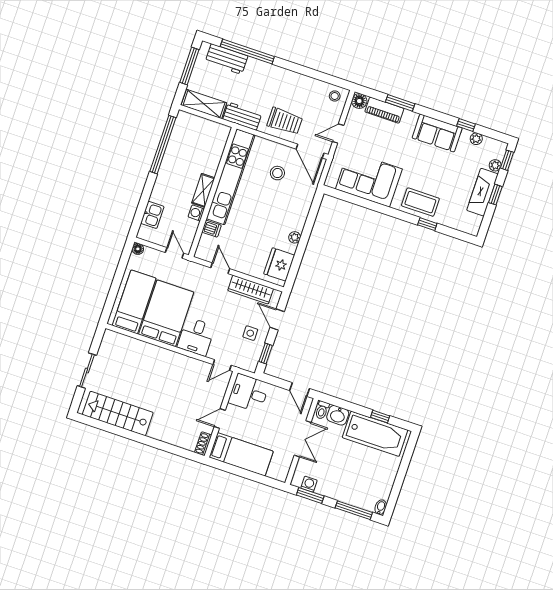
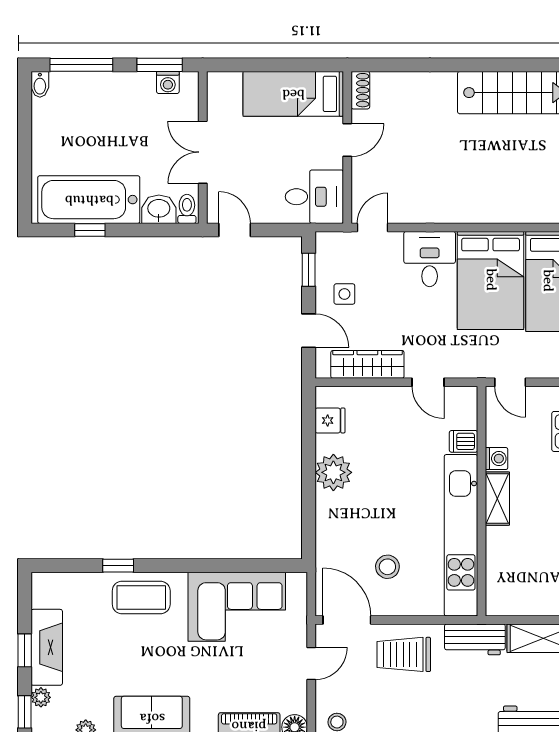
plant: (295, 237) -> (333, 472), width x1.87, depth x1.87
fridge: (279, 264) -> (330, 420), width x0.53, depth x0.75

